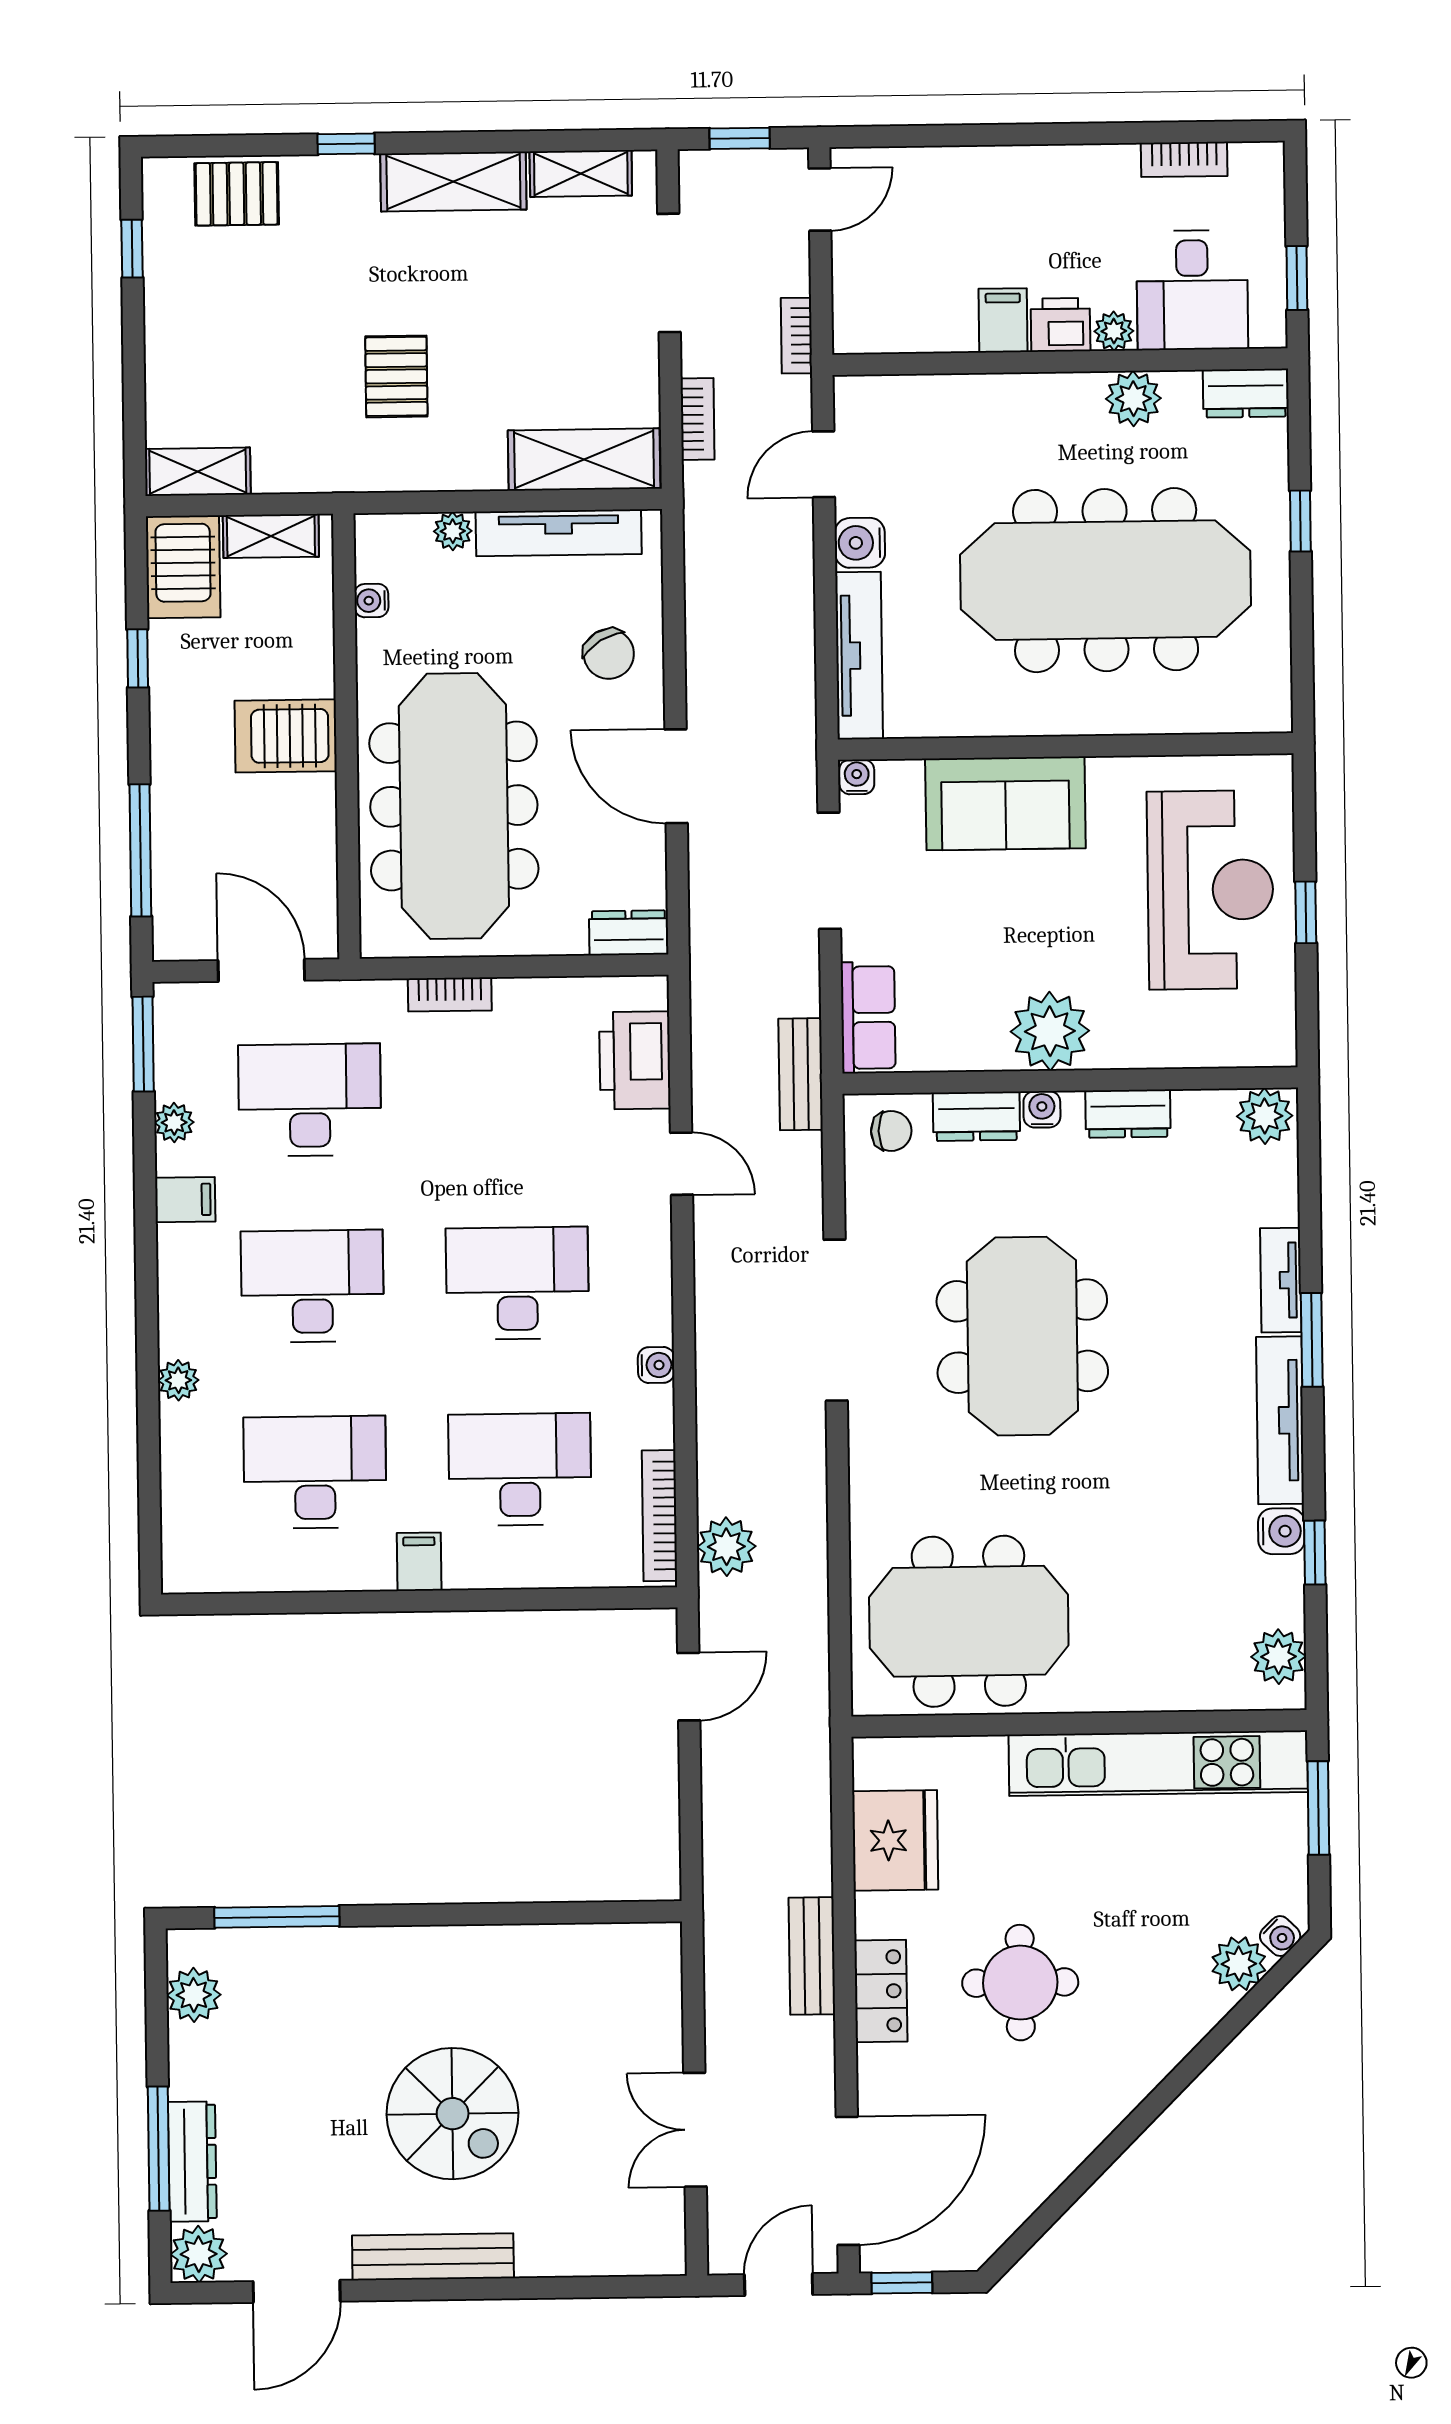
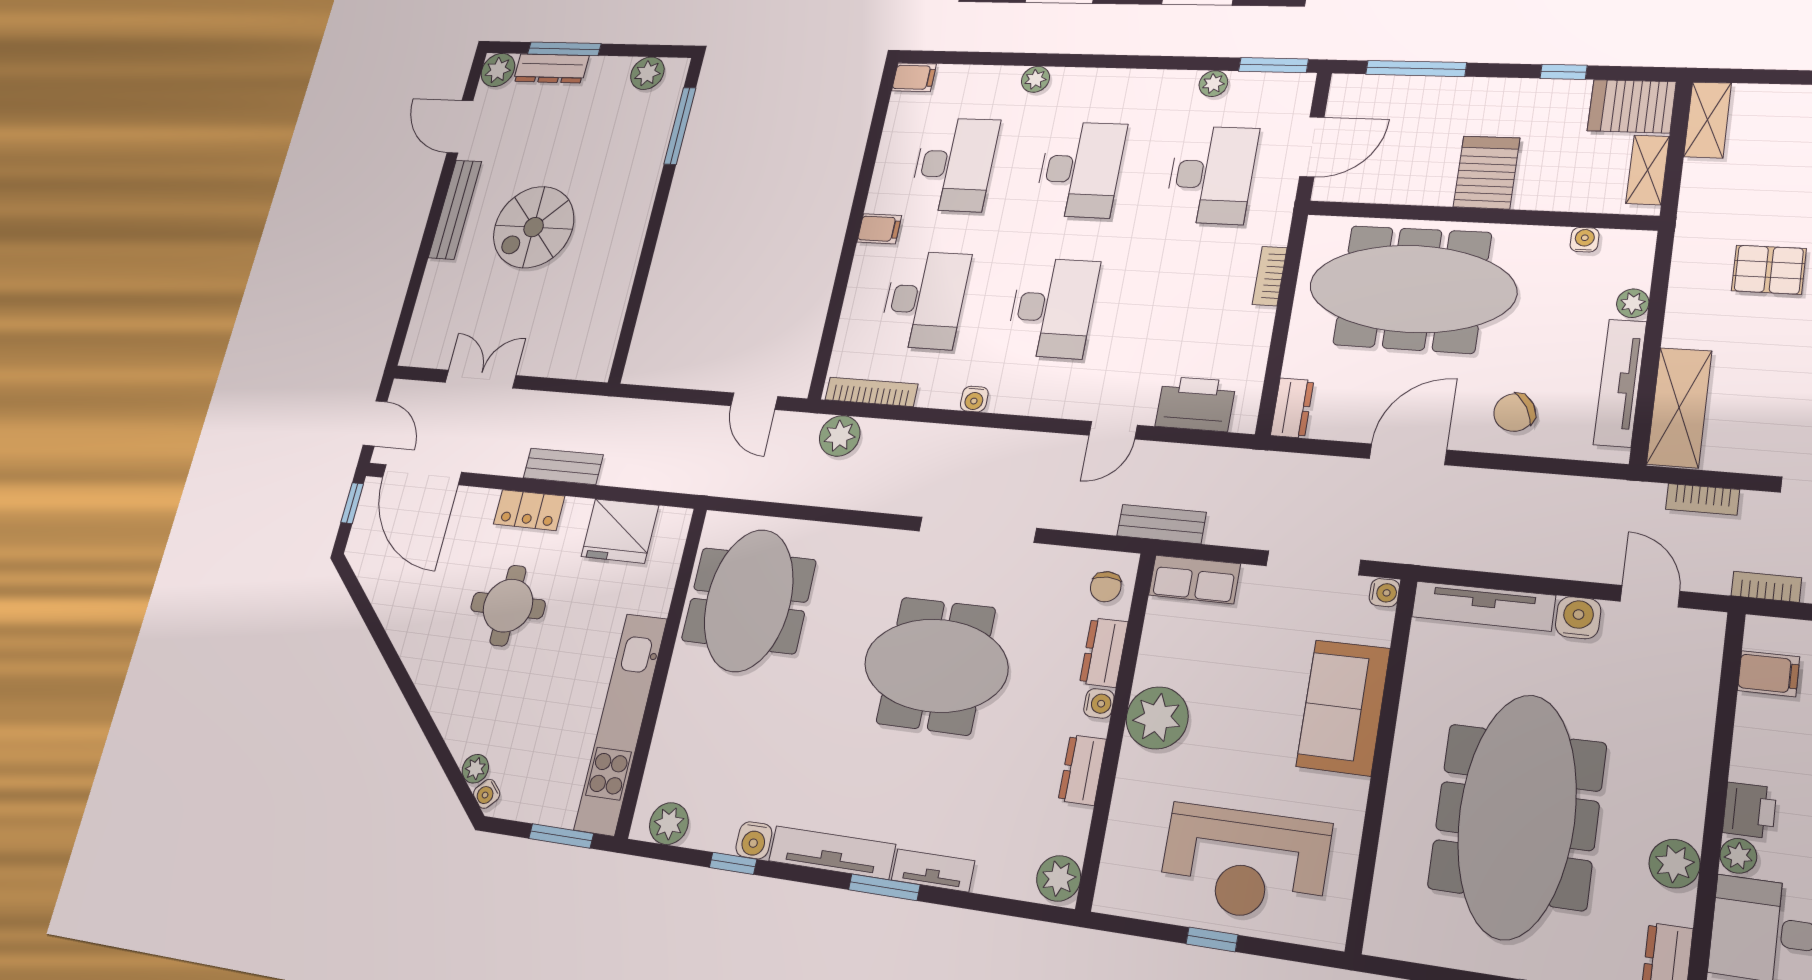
filing cabinet: (1003, 320) -> (1769, 674), moved
filing cabinet: (185, 1200) -> (914, 77), moved, turned -90
plant: (1239, 1964) -> (475, 769), width x0.73, depth x0.73

